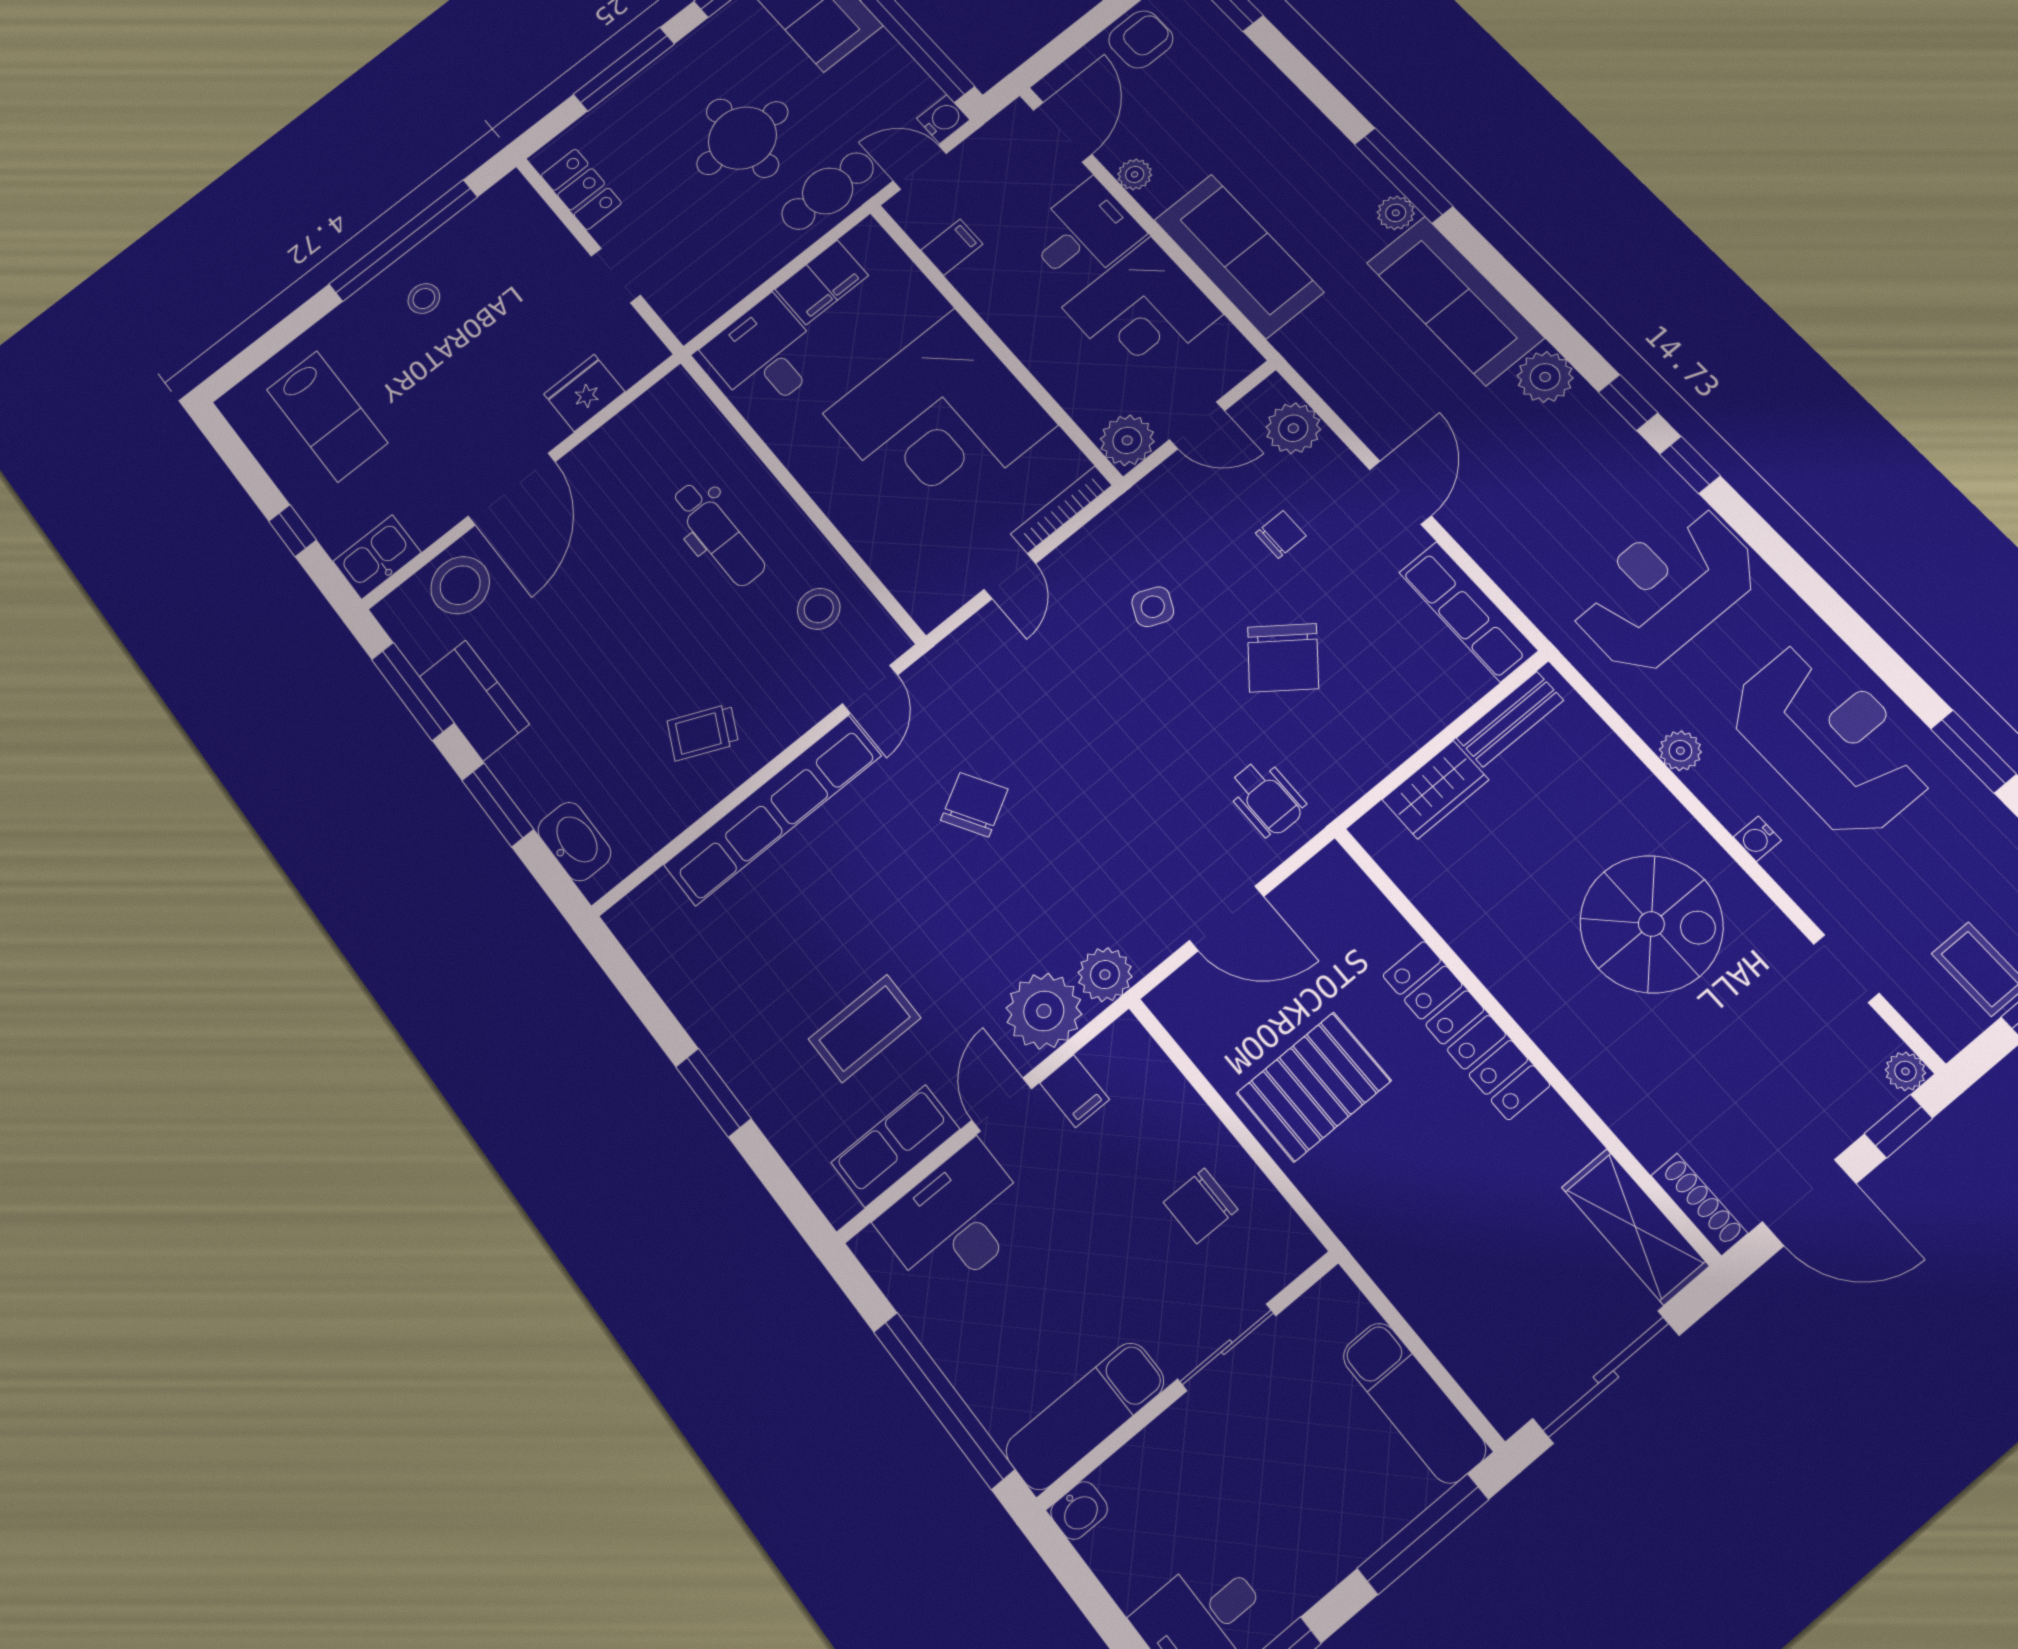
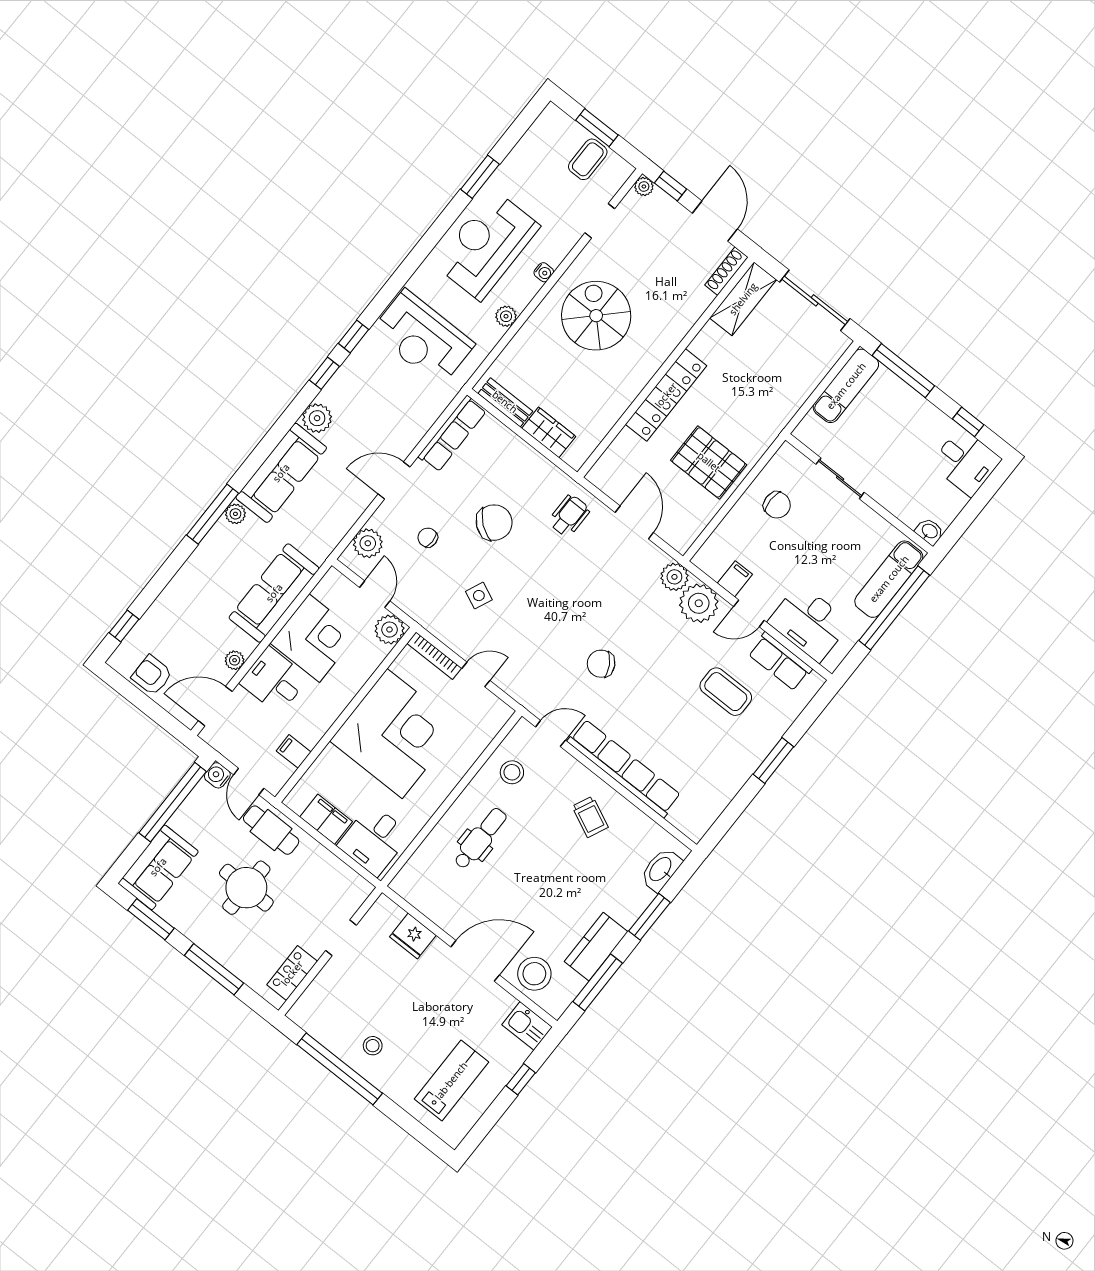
exam couch: (1085, 1416) -> (889, 579), moved, turned 90

